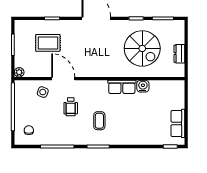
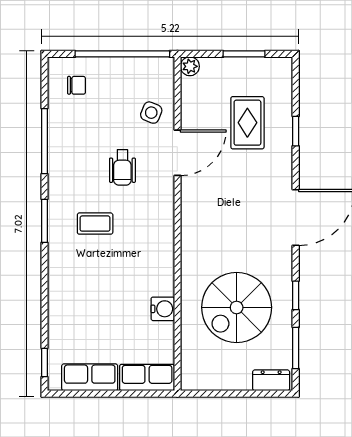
dresser: (179, 54) -> (271, 380), moved
row of seats: (122, 87) -> (147, 378), moved, turned 90
wheelchair: (71, 107) -> (122, 167), turned -90

